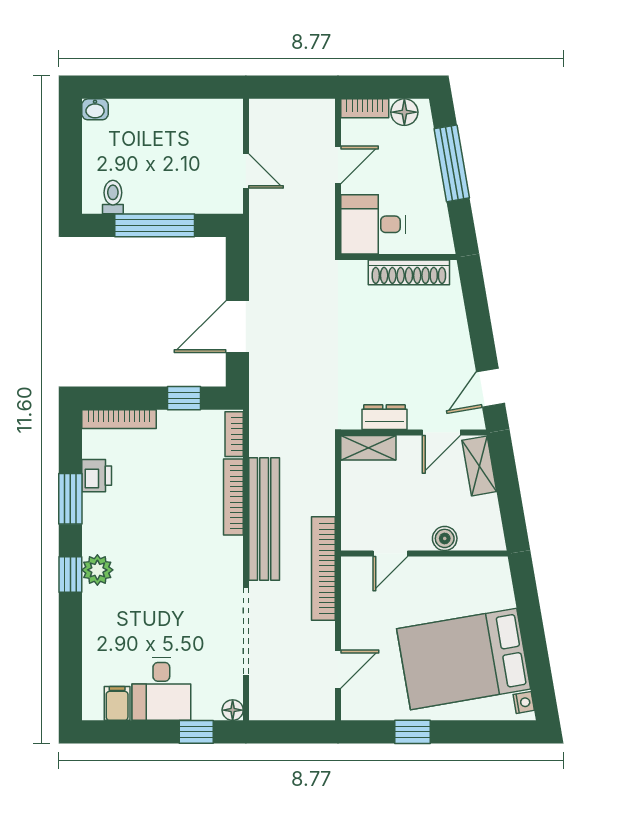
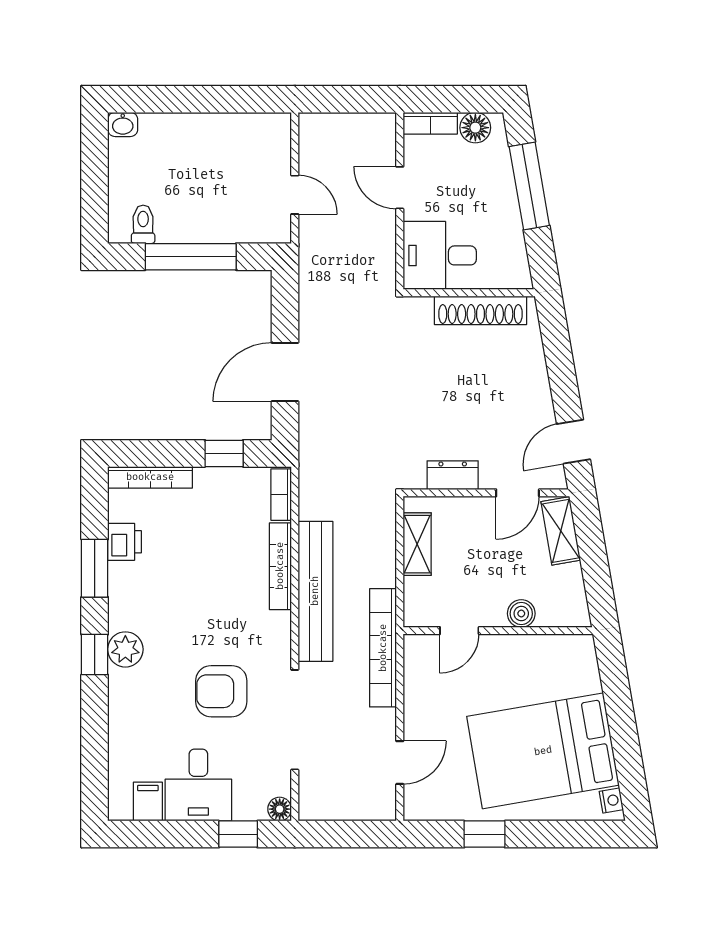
door: (338, 165) -> (400, 188), swing flipped
shelving: (368, 448) -> (417, 544), moved, turned 90
armchair: (182, 607) -> (221, 691), added

